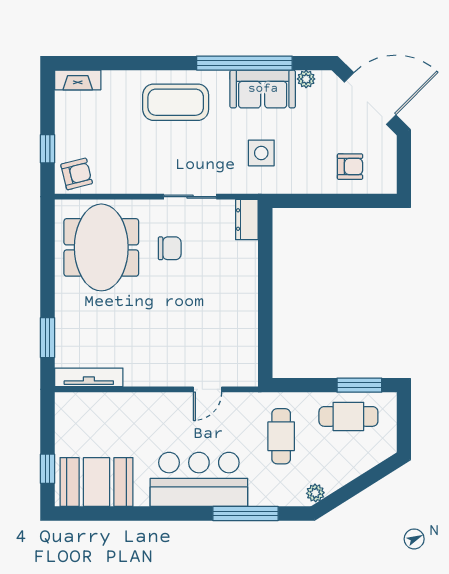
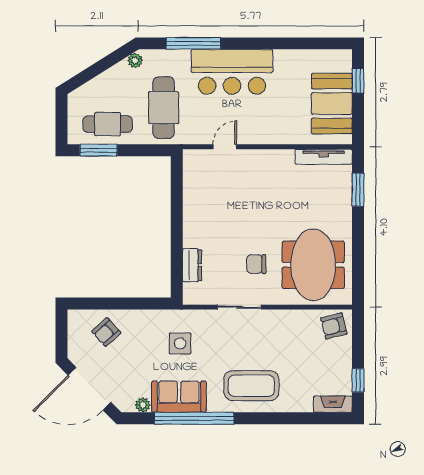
window: (48, 149) -> (358, 380), moved
armchair: (350, 167) -> (106, 332), turned -42
dresser: (247, 220) -> (192, 265), moved
cafe table: (281, 436) -> (164, 108), width x1.37, depth x1.35
booth: (97, 482) -> (332, 104), moved, turned 90

